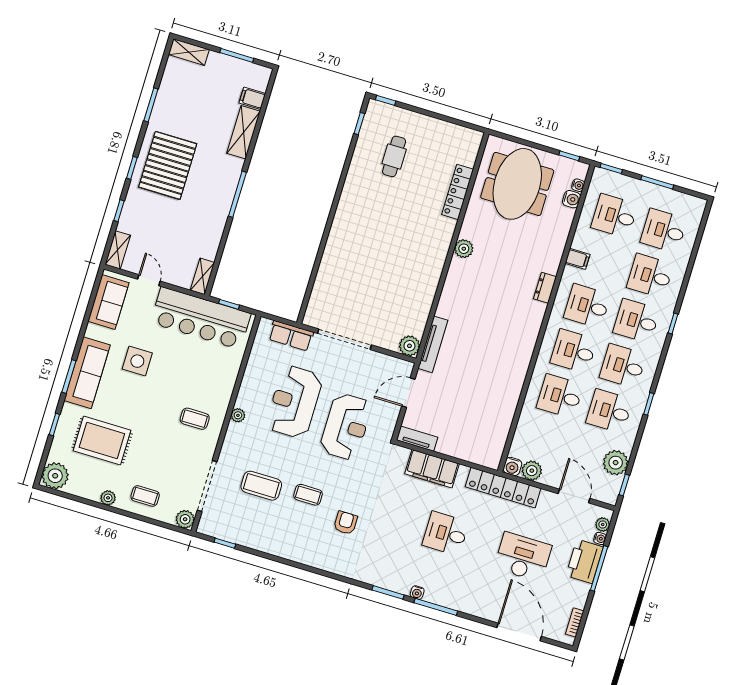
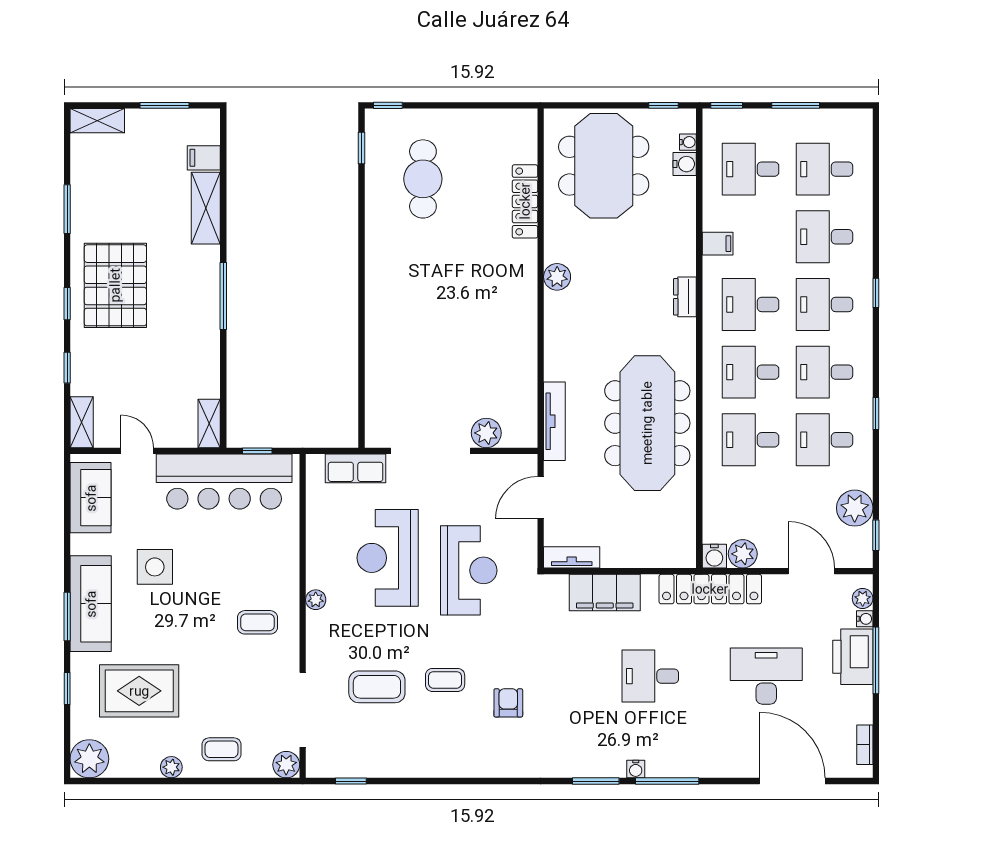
cafe table: (394, 156) -> (423, 179), width x1.37, depth x1.35
plant: (409, 346) -> (486, 433), moved
meeting table: (494, 364) -> (647, 423), added

